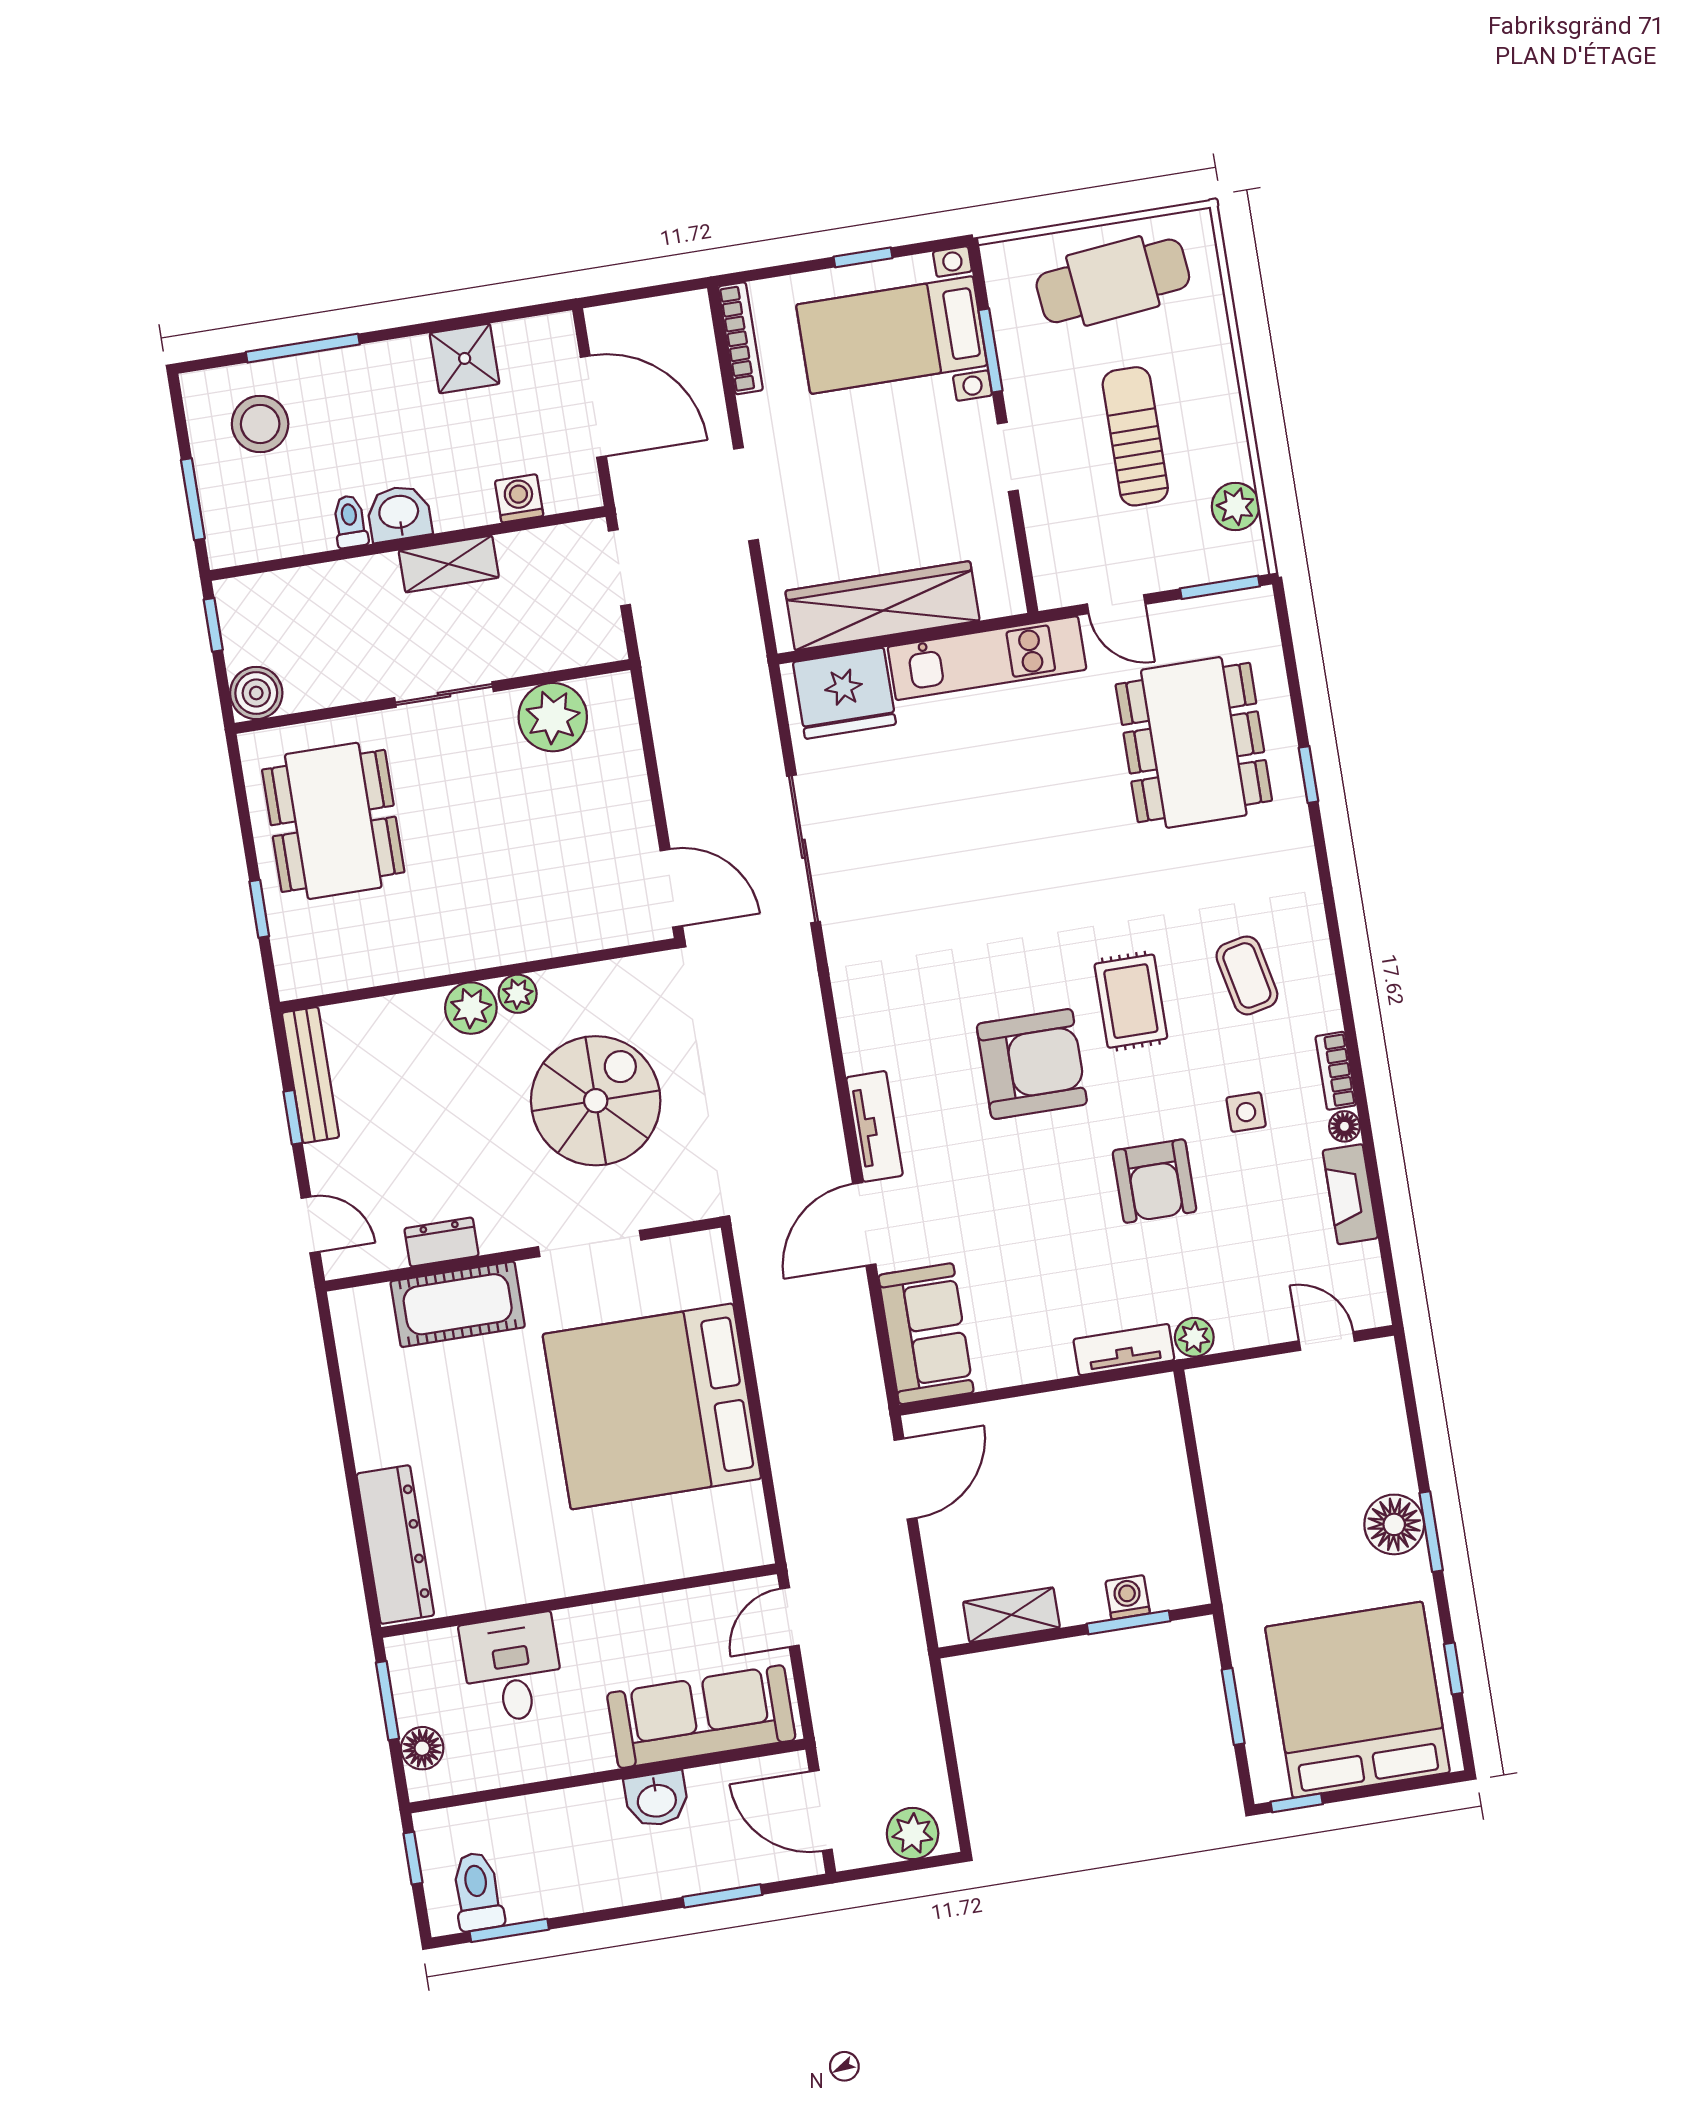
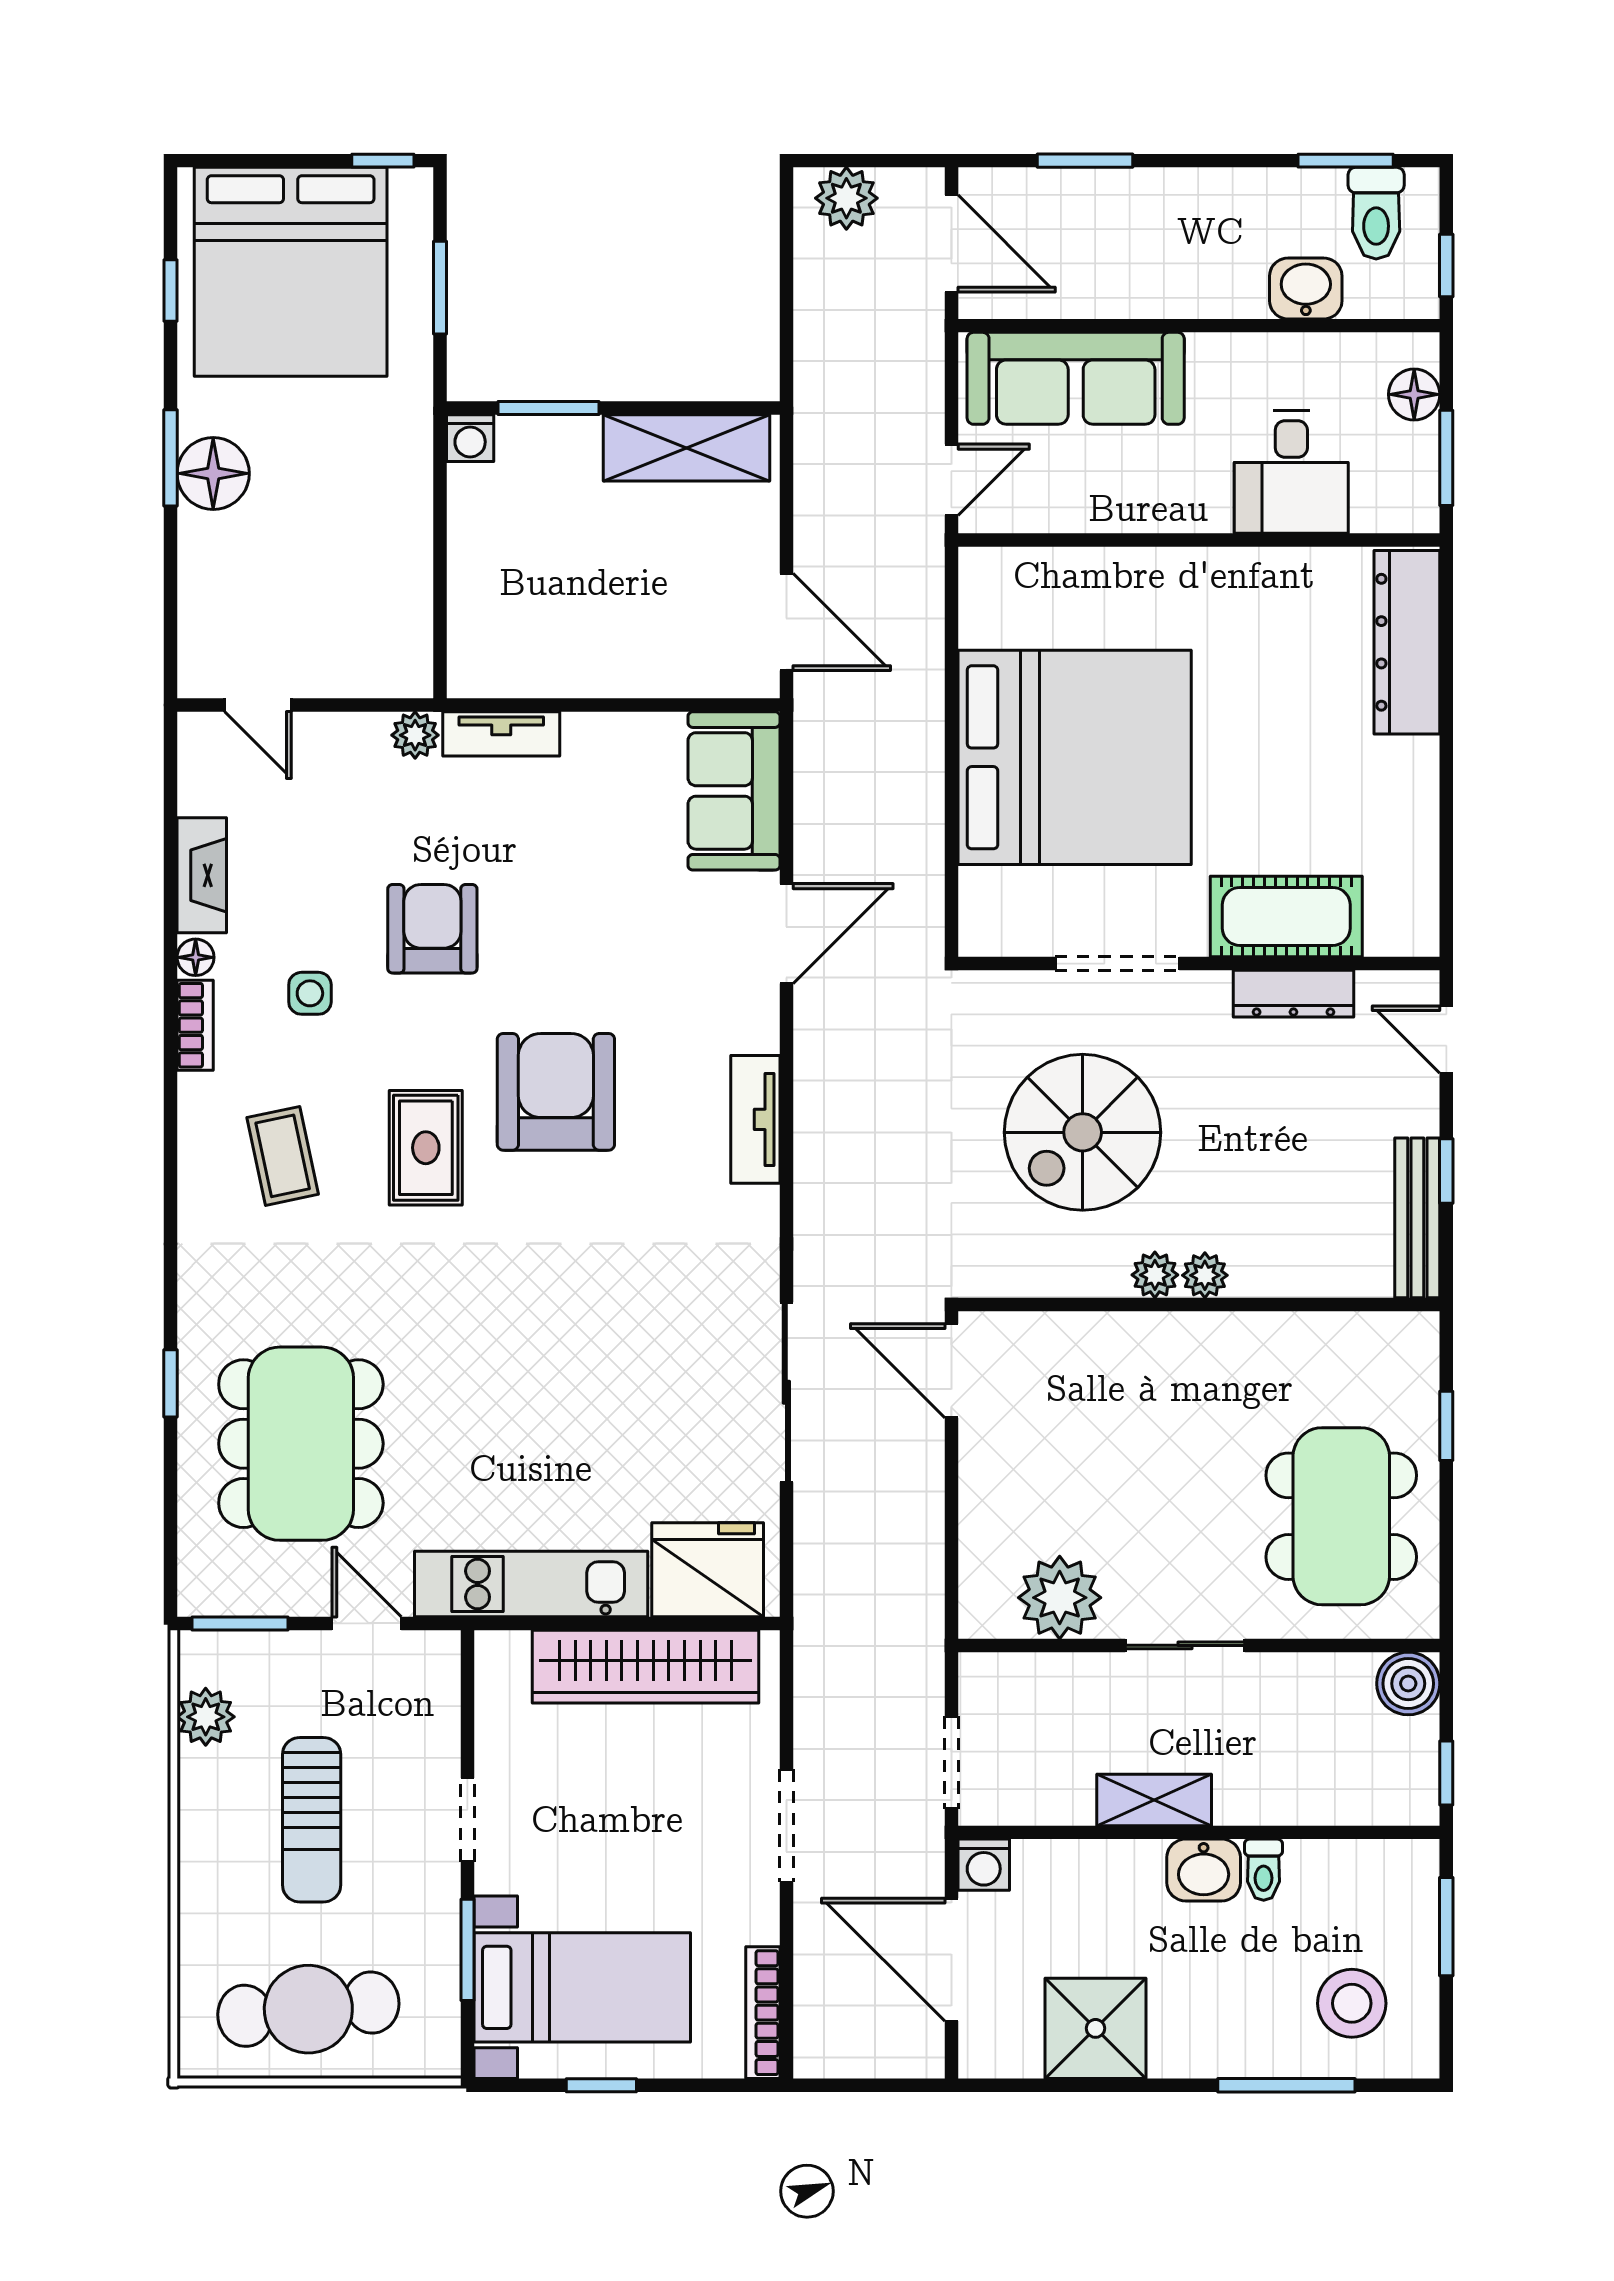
shower: (465, 358) -> (1096, 2028), width x1.36, depth x1.36
washing machine: (519, 498) -> (984, 1865), moved
plant: (471, 1008) -> (1205, 1275), width x0.73, depth x0.73
armchair: (1032, 1064) -> (556, 1092), turned 90
tv unit: (874, 1126) -> (755, 1119), moved
dresser: (442, 1242) -> (1293, 994), width x1.44
door: (906, 1479) -> (786, 622), swing flipped
washing machine: (1128, 1597) -> (470, 438), moved
shelving: (1011, 1615) -> (687, 448), width x1.50, depth x1.33
washbasin: (657, 1799) -> (1306, 288), moved

